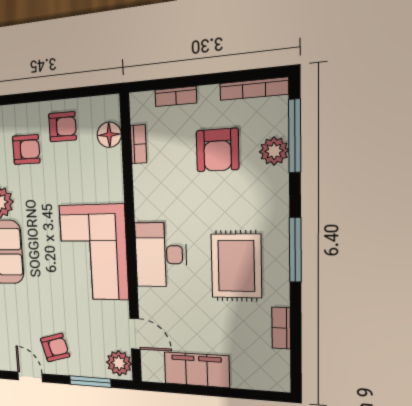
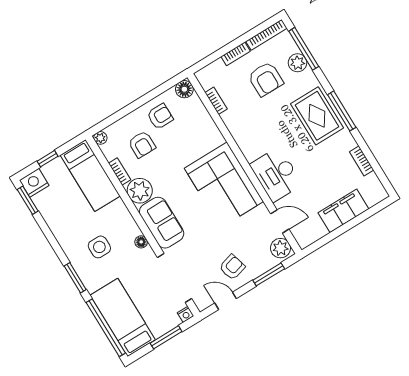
bookcase: (176, 96) -> (236, 54), moved
floor lamp: (109, 135) -> (184, 89), moved
armchair: (26, 150) -> (142, 144), turned 90
desk: (161, 255) -> (276, 174), moved
rug: (236, 266) -> (317, 116), moved
filing cabinet: (197, 370) -> (343, 211), moved

